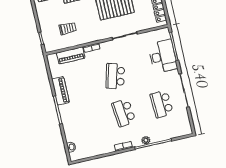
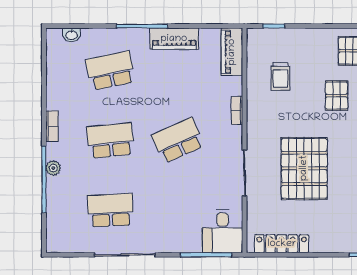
piano: (71, 55) -> (232, 52), moved
desk: (163, 56) -> (223, 231), moved, width x0.73
school desk: (115, 76) -> (178, 140), turned -39
school desk: (86, 121) -> (110, 71), added

